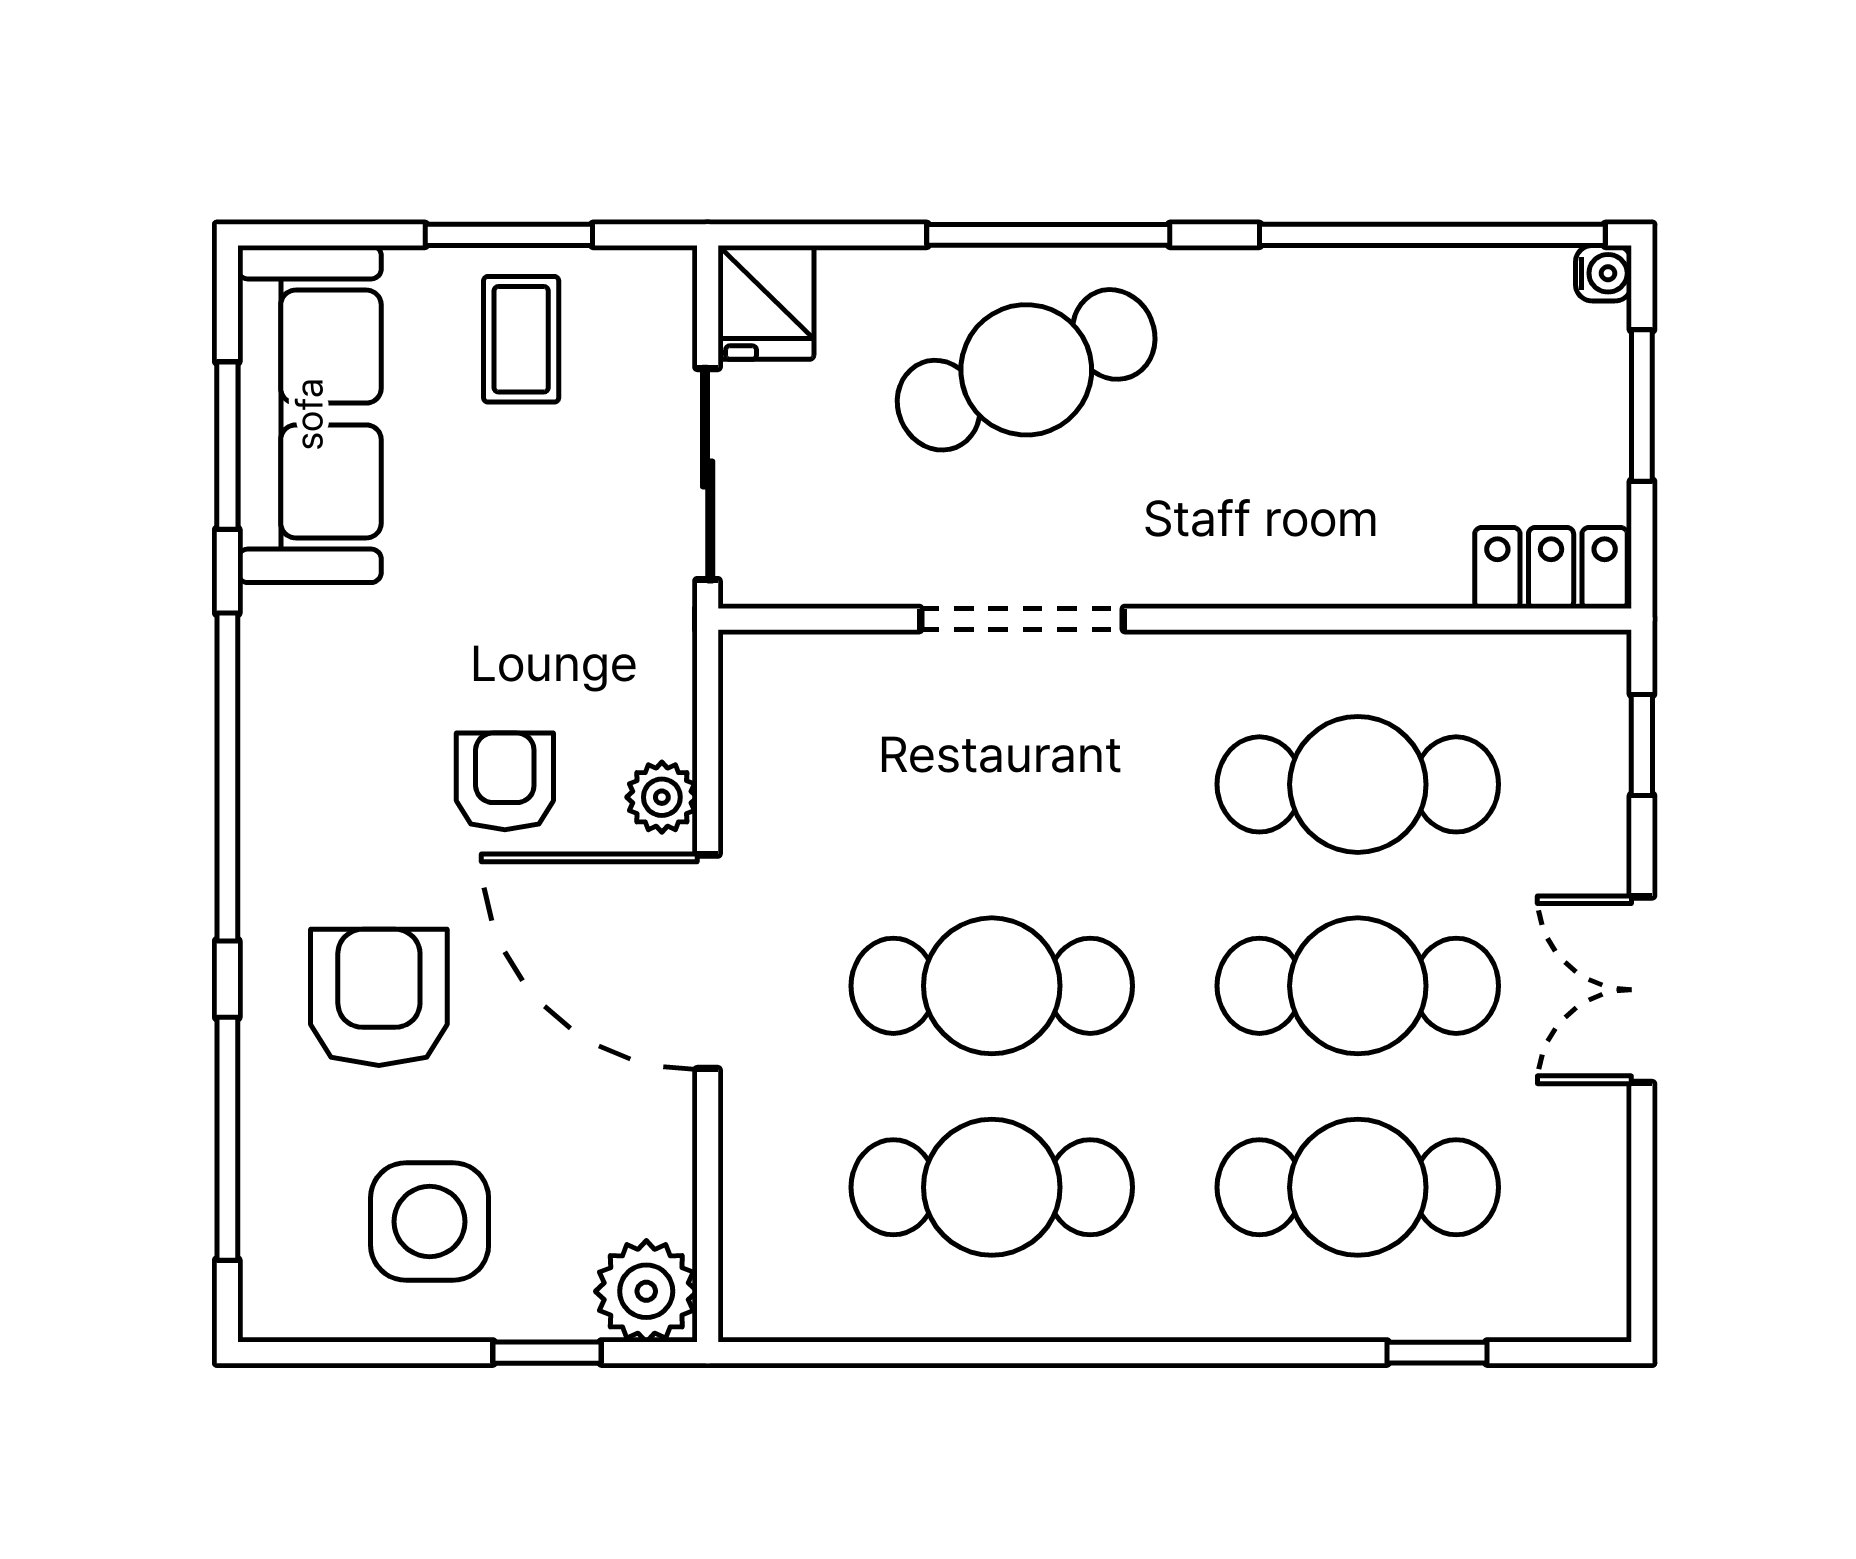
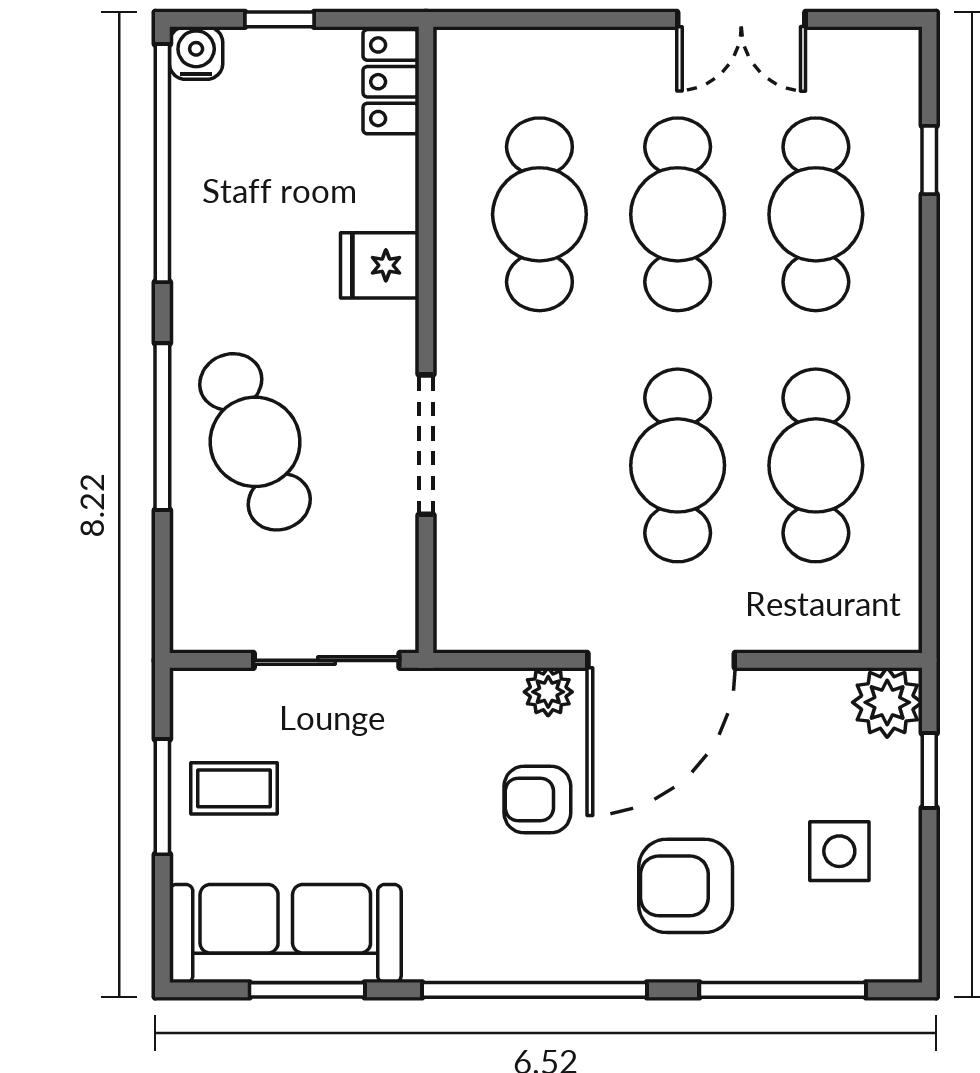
water cooler: (1604, 273) -> (196, 53), width x1.38, depth x1.38
fridge: (766, 302) -> (380, 265), moved, turned 180
window: (1642, 406) -> (280, 19), width x0.67
window: (1642, 745) -> (512, 19), removed
double door: (1642, 990) -> (741, 19), moved
side table: (430, 1222) -> (839, 851), width x0.73, depth x0.73

